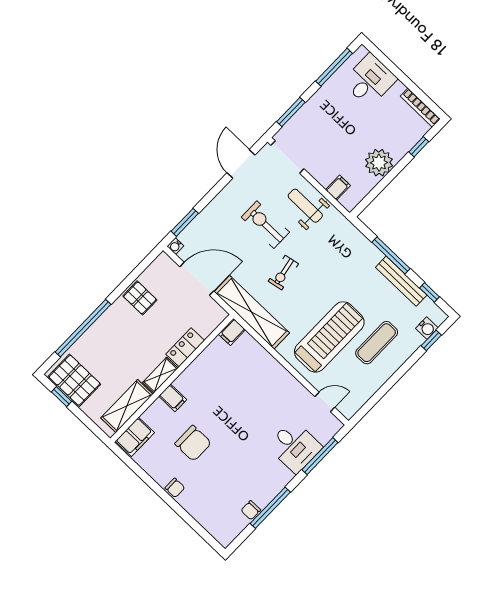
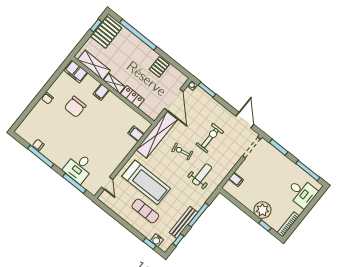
plant: (379, 163) -> (262, 210), moved
door: (241, 164) -> (245, 120), hinge flipped
weight bench: (305, 206) -> (202, 175), moved
filing cabinet: (232, 332) -> (136, 134), moved

